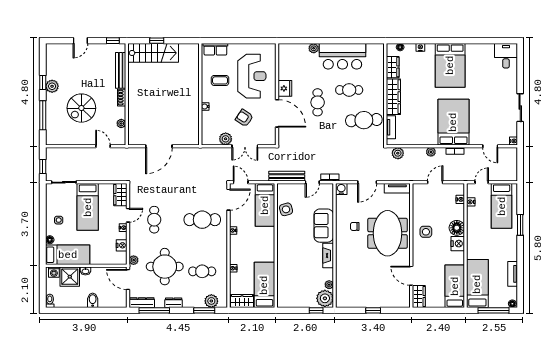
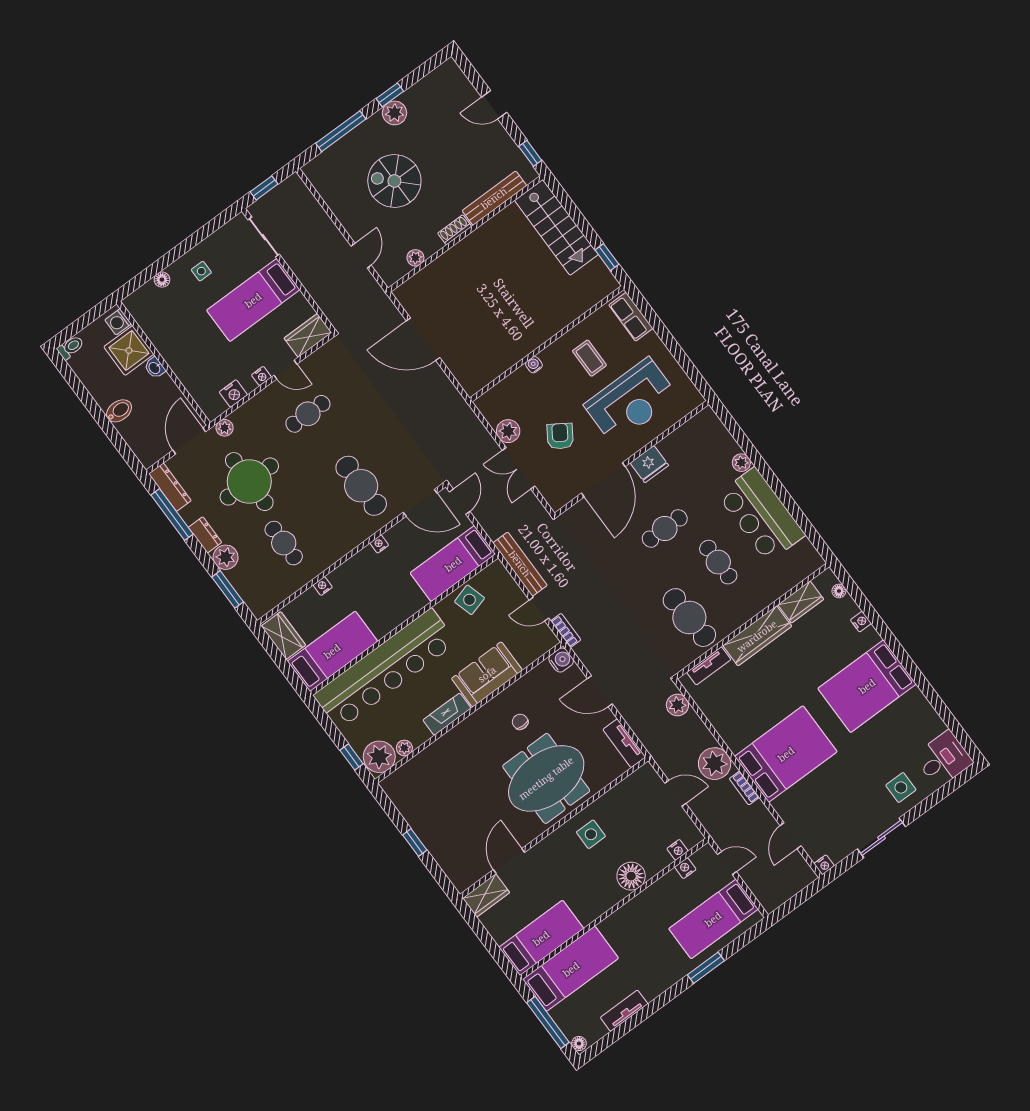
window: (157, 41) -> (607, 257), moved
side table: (505, 83) -> (901, 787), added
plant: (431, 152) -> (715, 764), width x1.87, depth x1.87
nightstand: (458, 244) -> (609, 895), removed
bed: (68, 255) -> (159, 323), removed
bar counter: (289, 268) -> (385, 669), added
plant: (211, 301) -> (226, 557), moved

